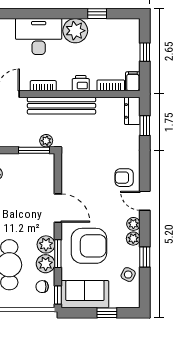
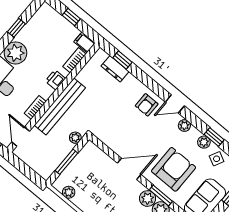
dresser: (132, 111) -> (115, 69), moved
window: (34, 150) -> (66, 162), moved
plant: (133, 239) -> (204, 142), moved

